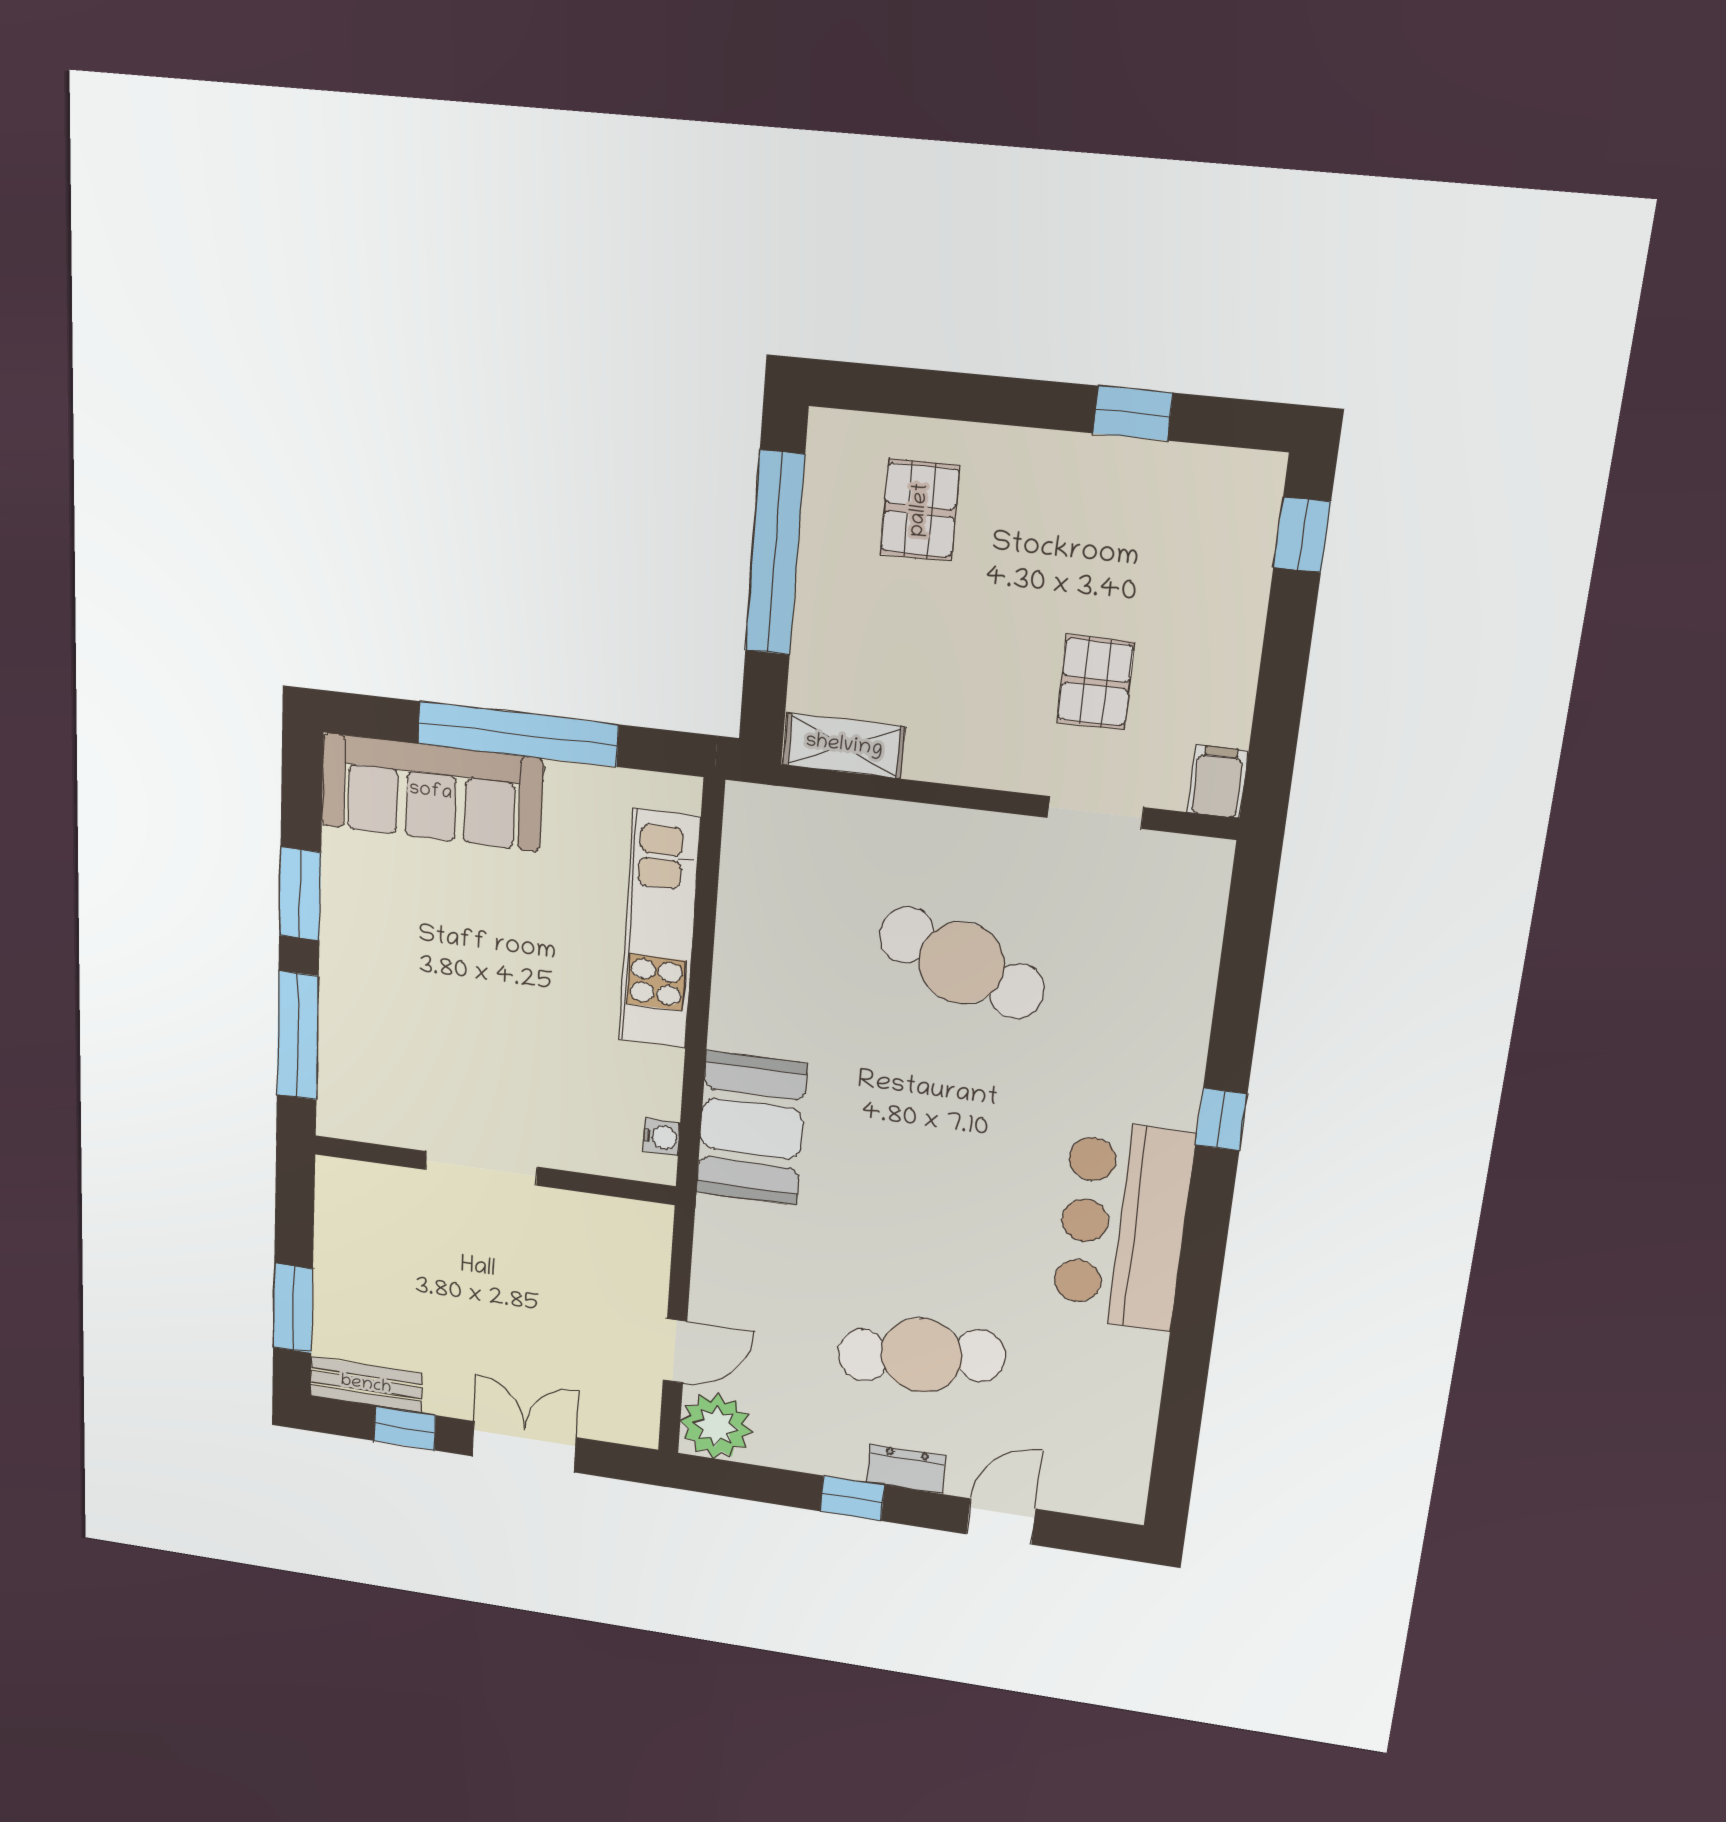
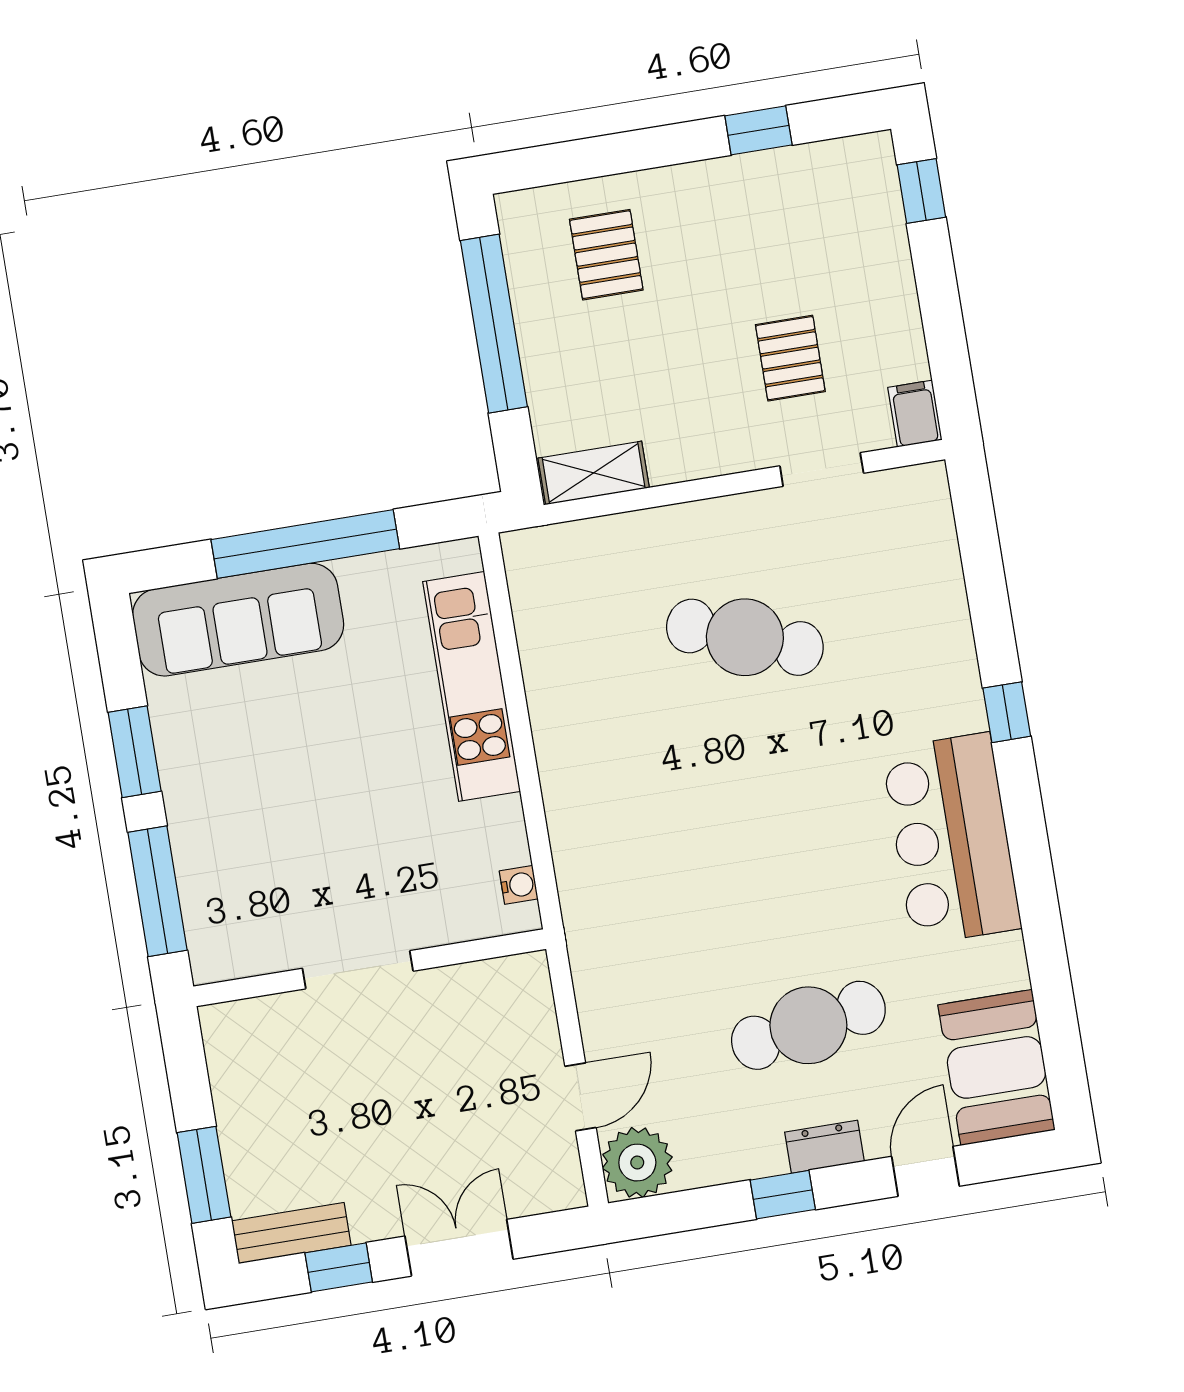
booth: (752, 1128) -> (996, 1067), moved

